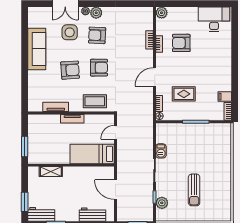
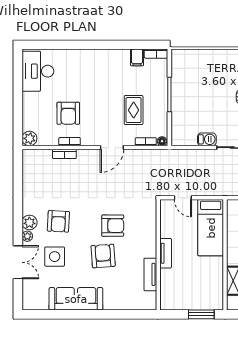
armchair: (99, 68) -> (113, 226), moved, turned 90
door: (155, 77) -> (112, 148), hinge flipped
coffee table: (95, 101) -> (143, 224), removed

